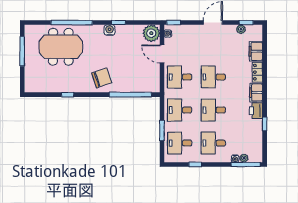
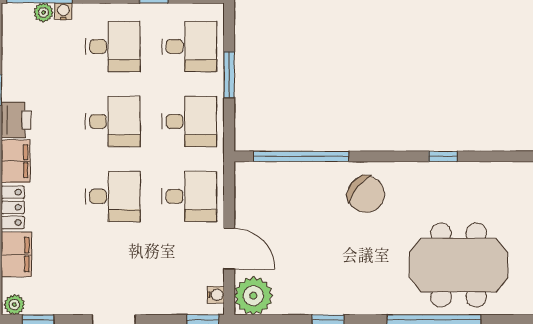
plant: (241, 29) -> (14, 305), moved
water cooler: (110, 30) -> (348, 303), removed
chair: (102, 78) -> (366, 194), turned -121

